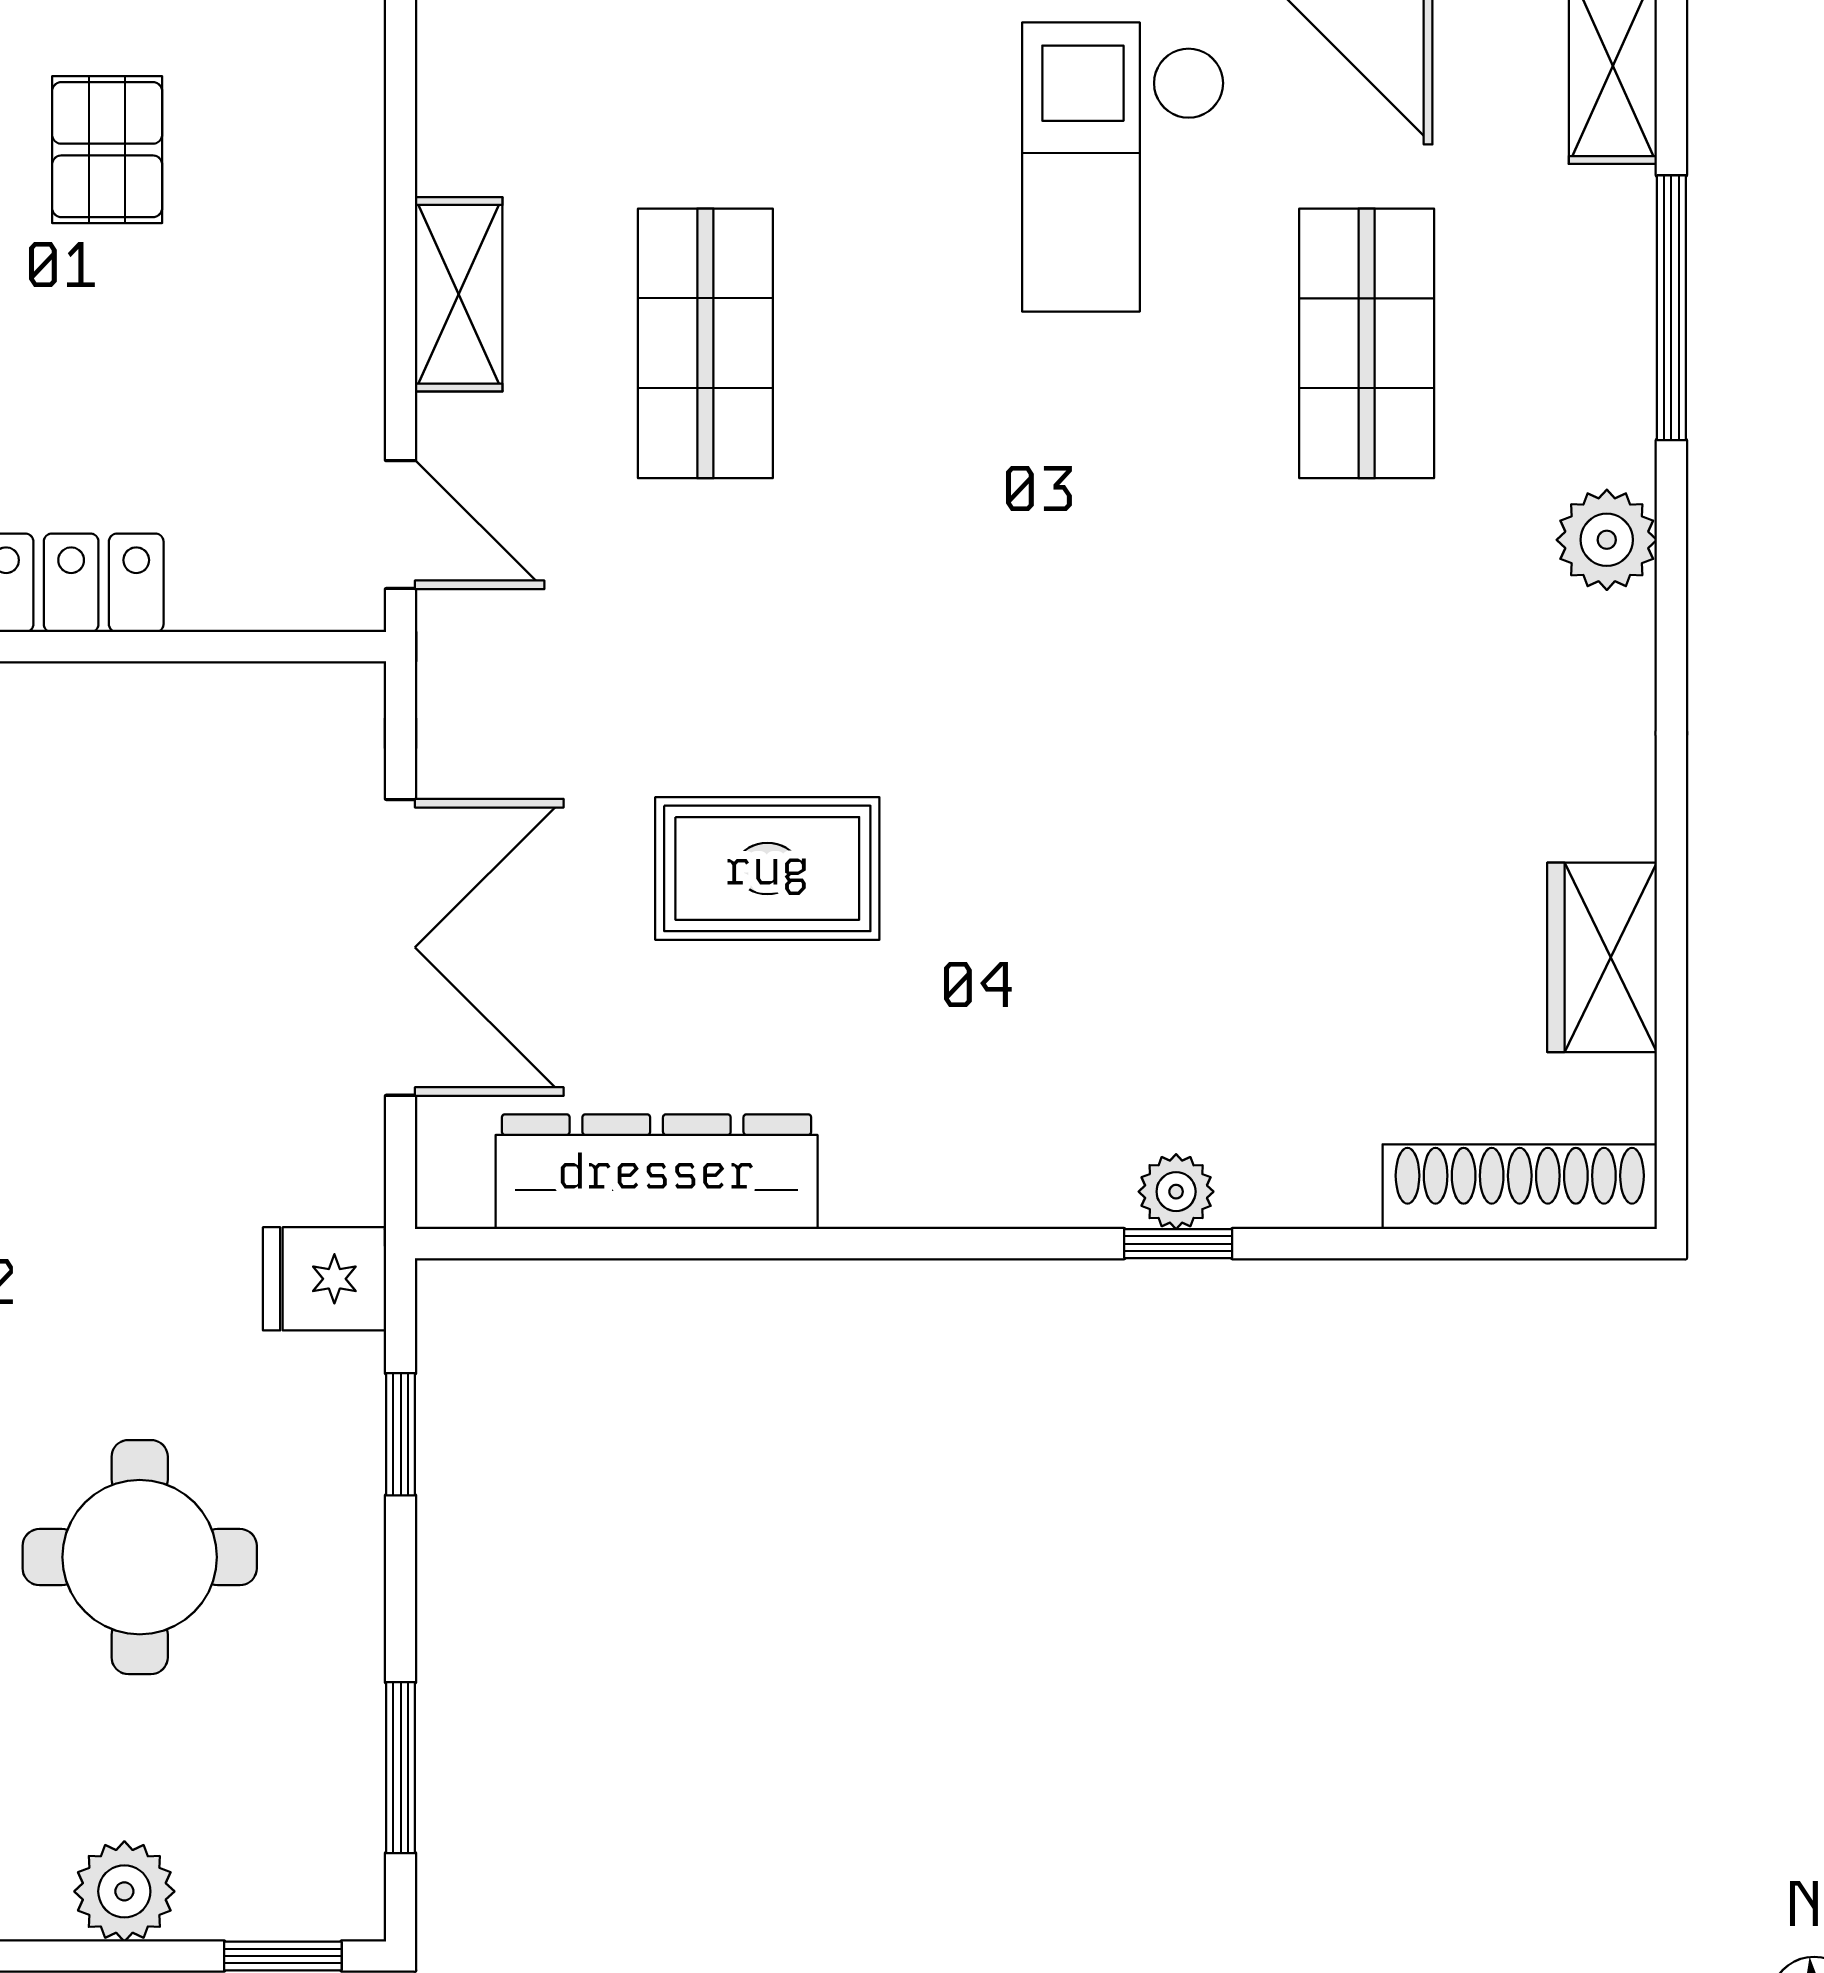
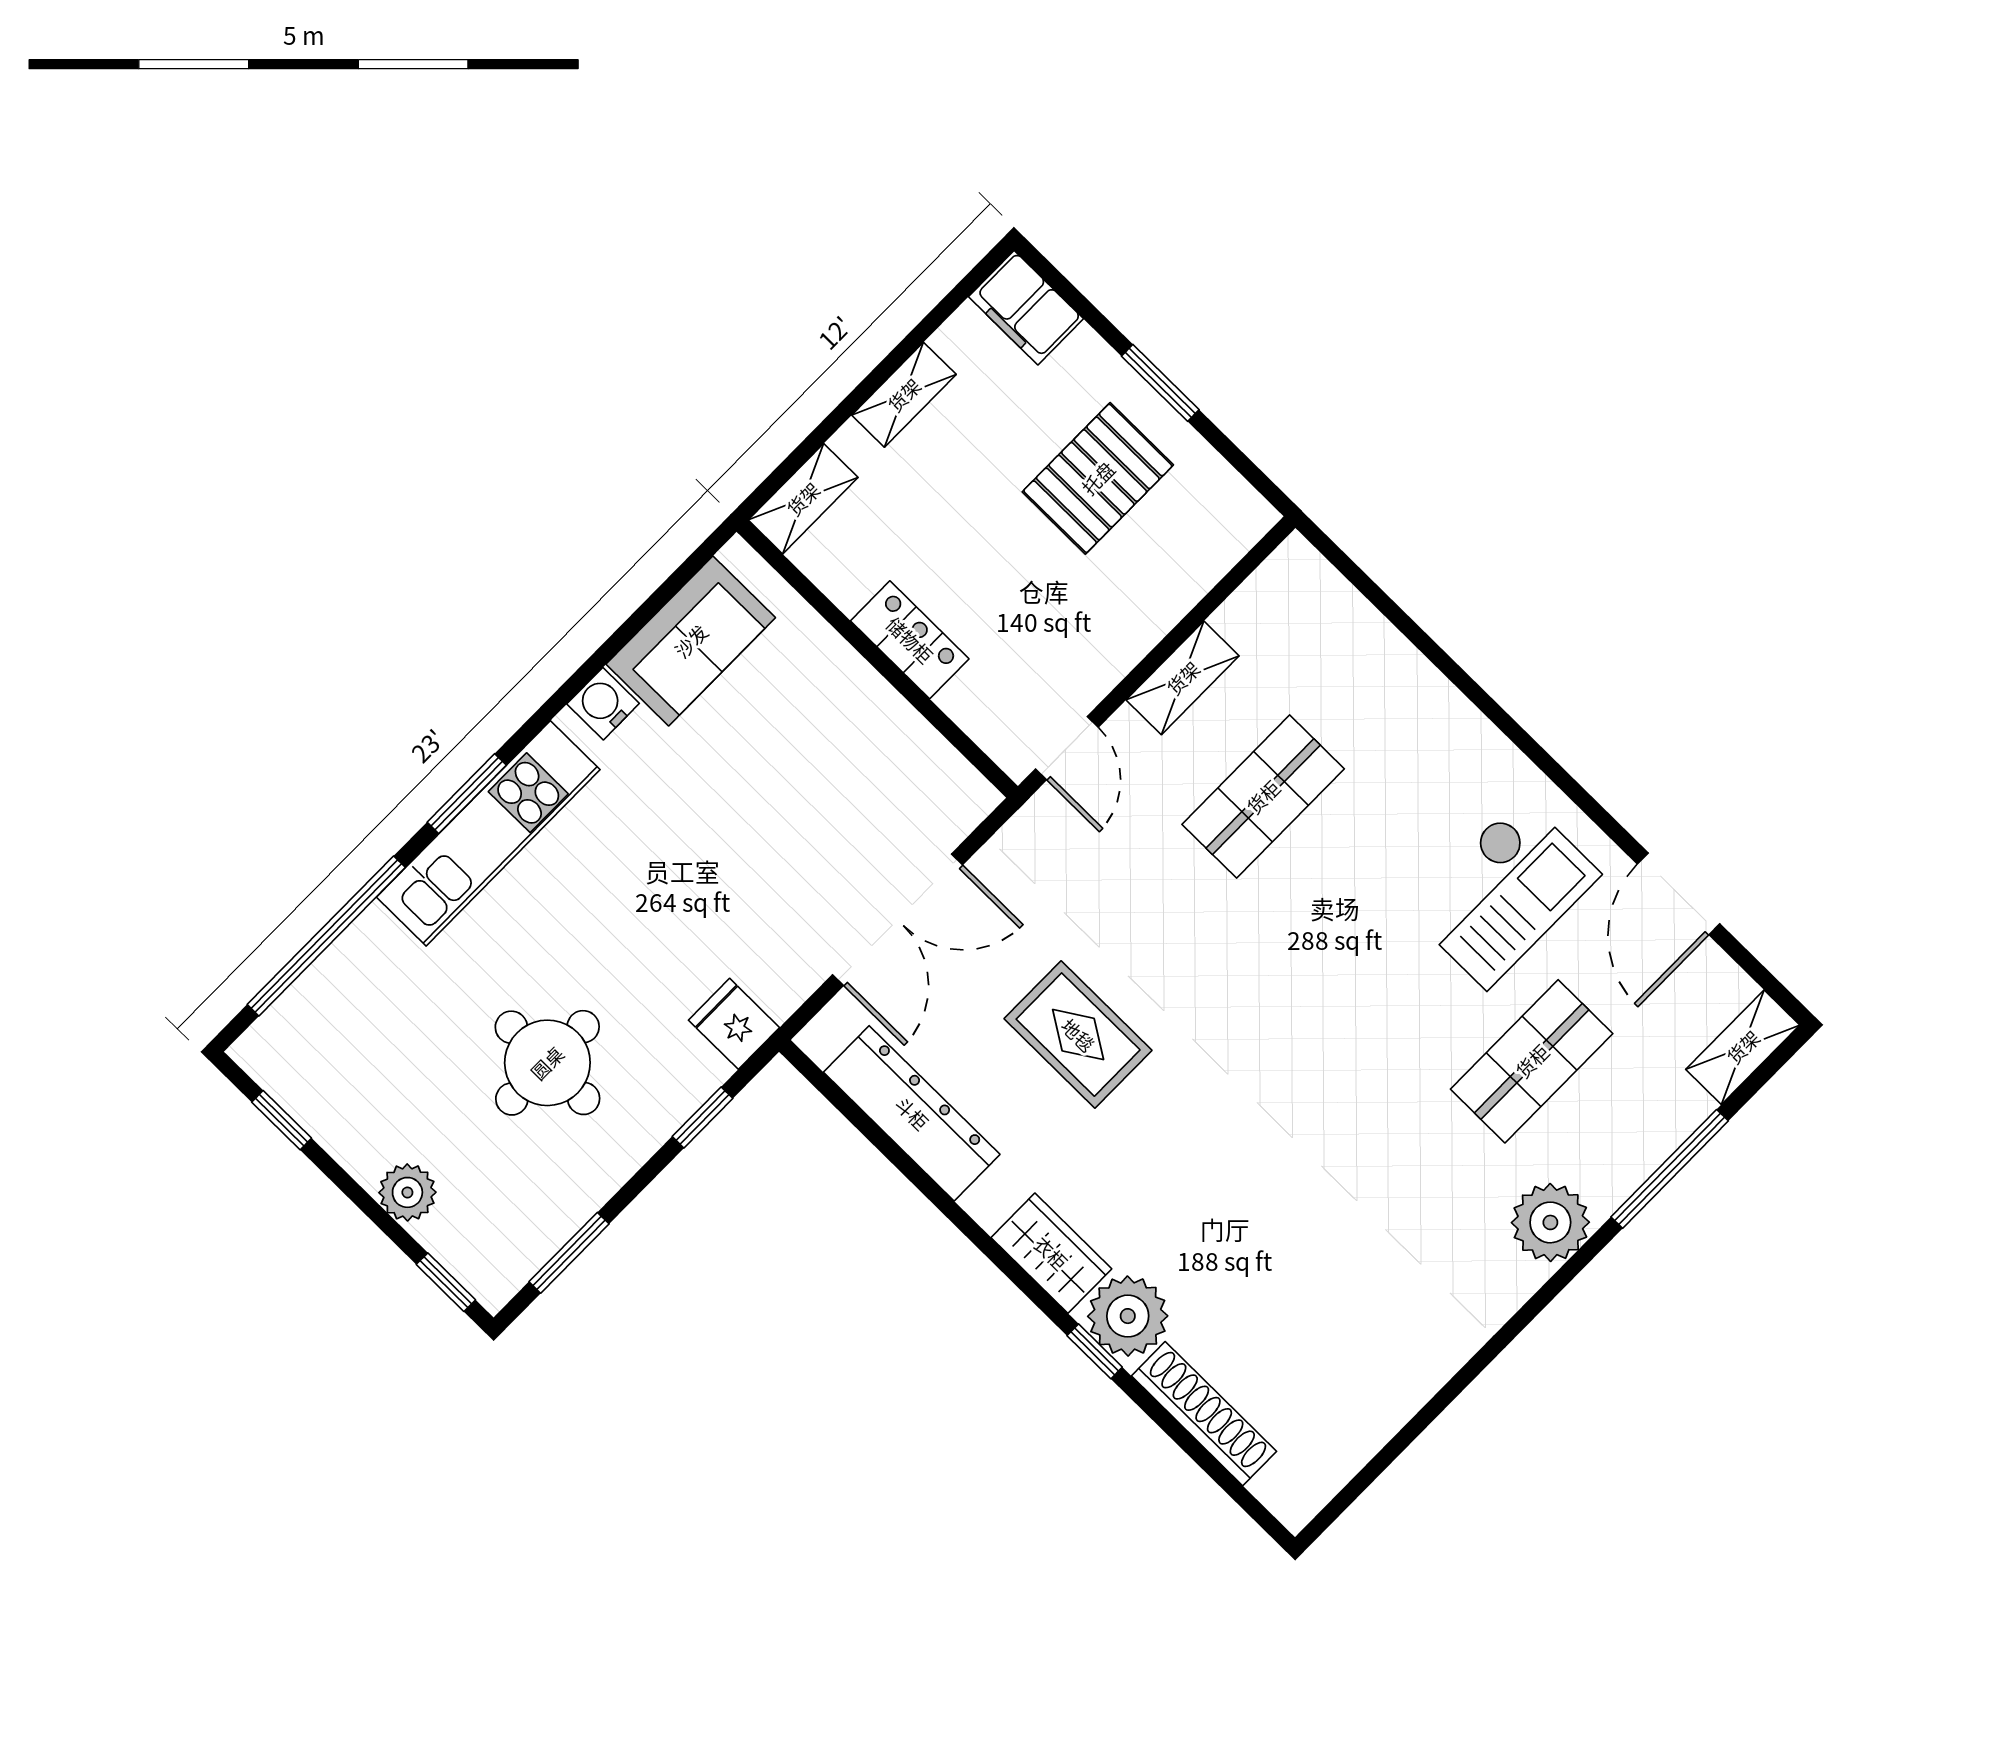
pallet: (107, 150) -> (1098, 478), width x1.50, depth x1.42
checkout: (1124, 167) -> (1504, 892), turned 180
plant: (1607, 540) -> (1550, 1222), width x1.36, depth x1.36
wardrobe: (1602, 957) -> (1051, 1253), moved, turned 90
shoe rack: (1520, 1187) -> (1204, 1414), moved
plant: (1176, 1192) -> (1128, 1316), width x1.88, depth x1.88

